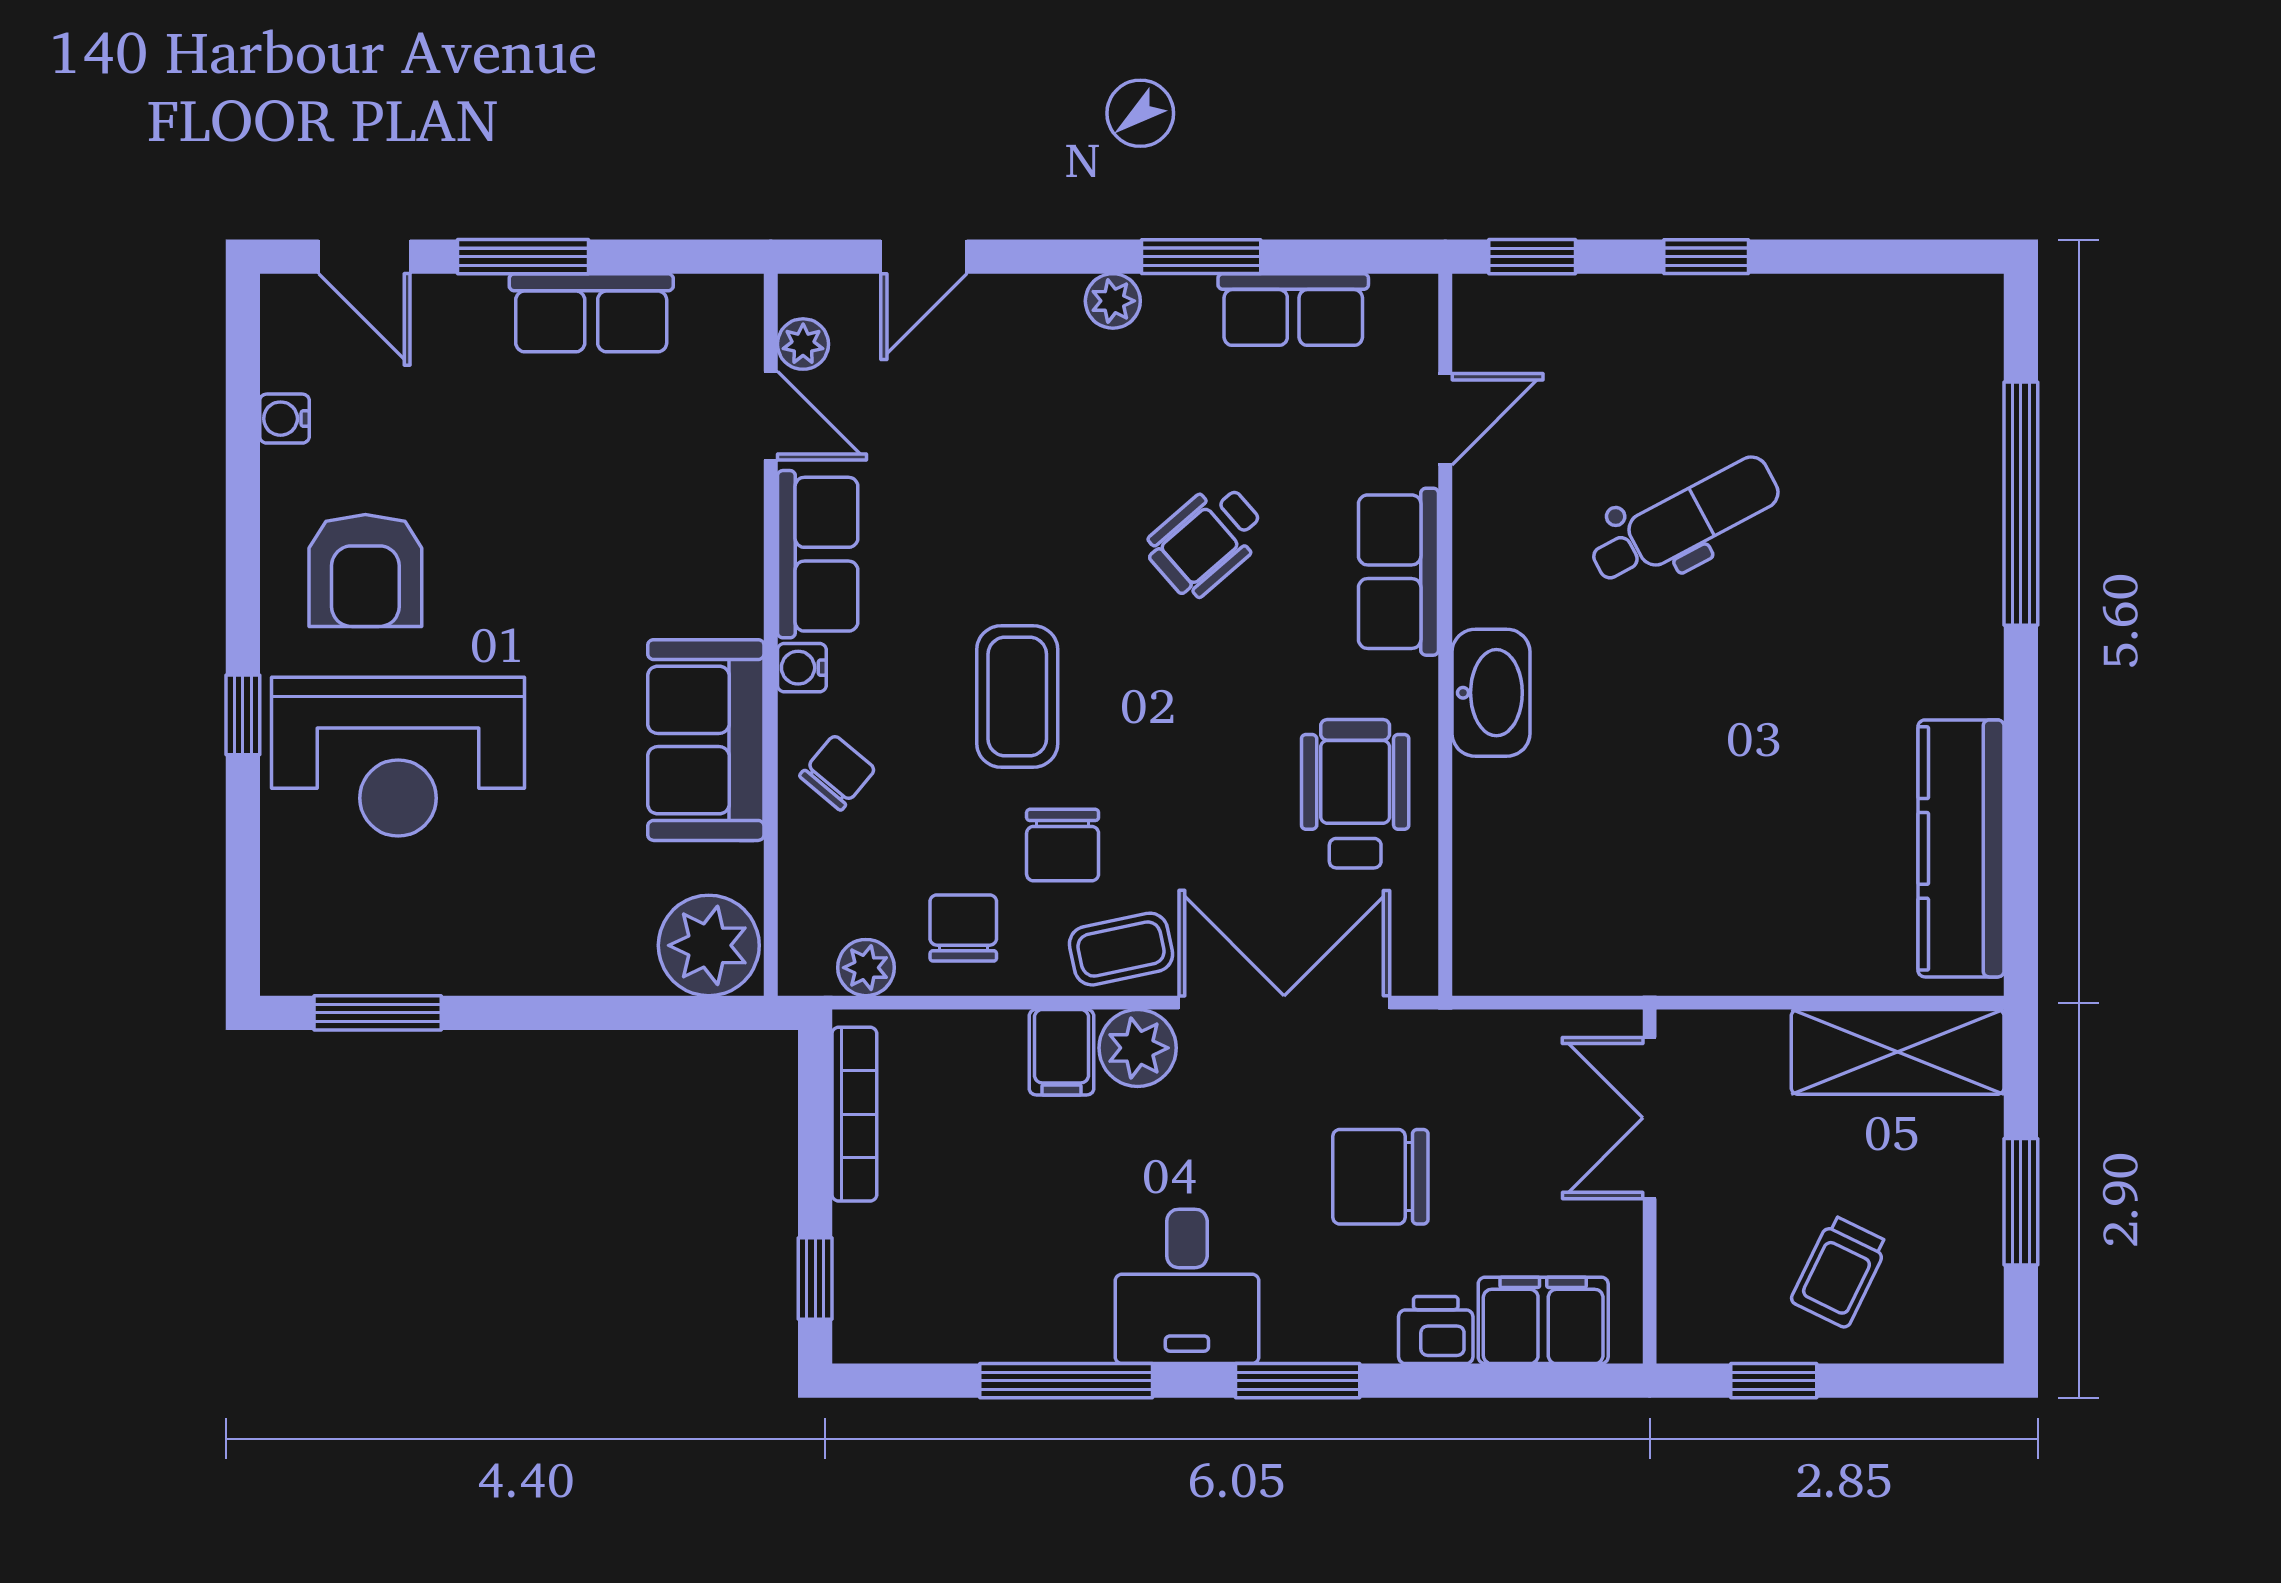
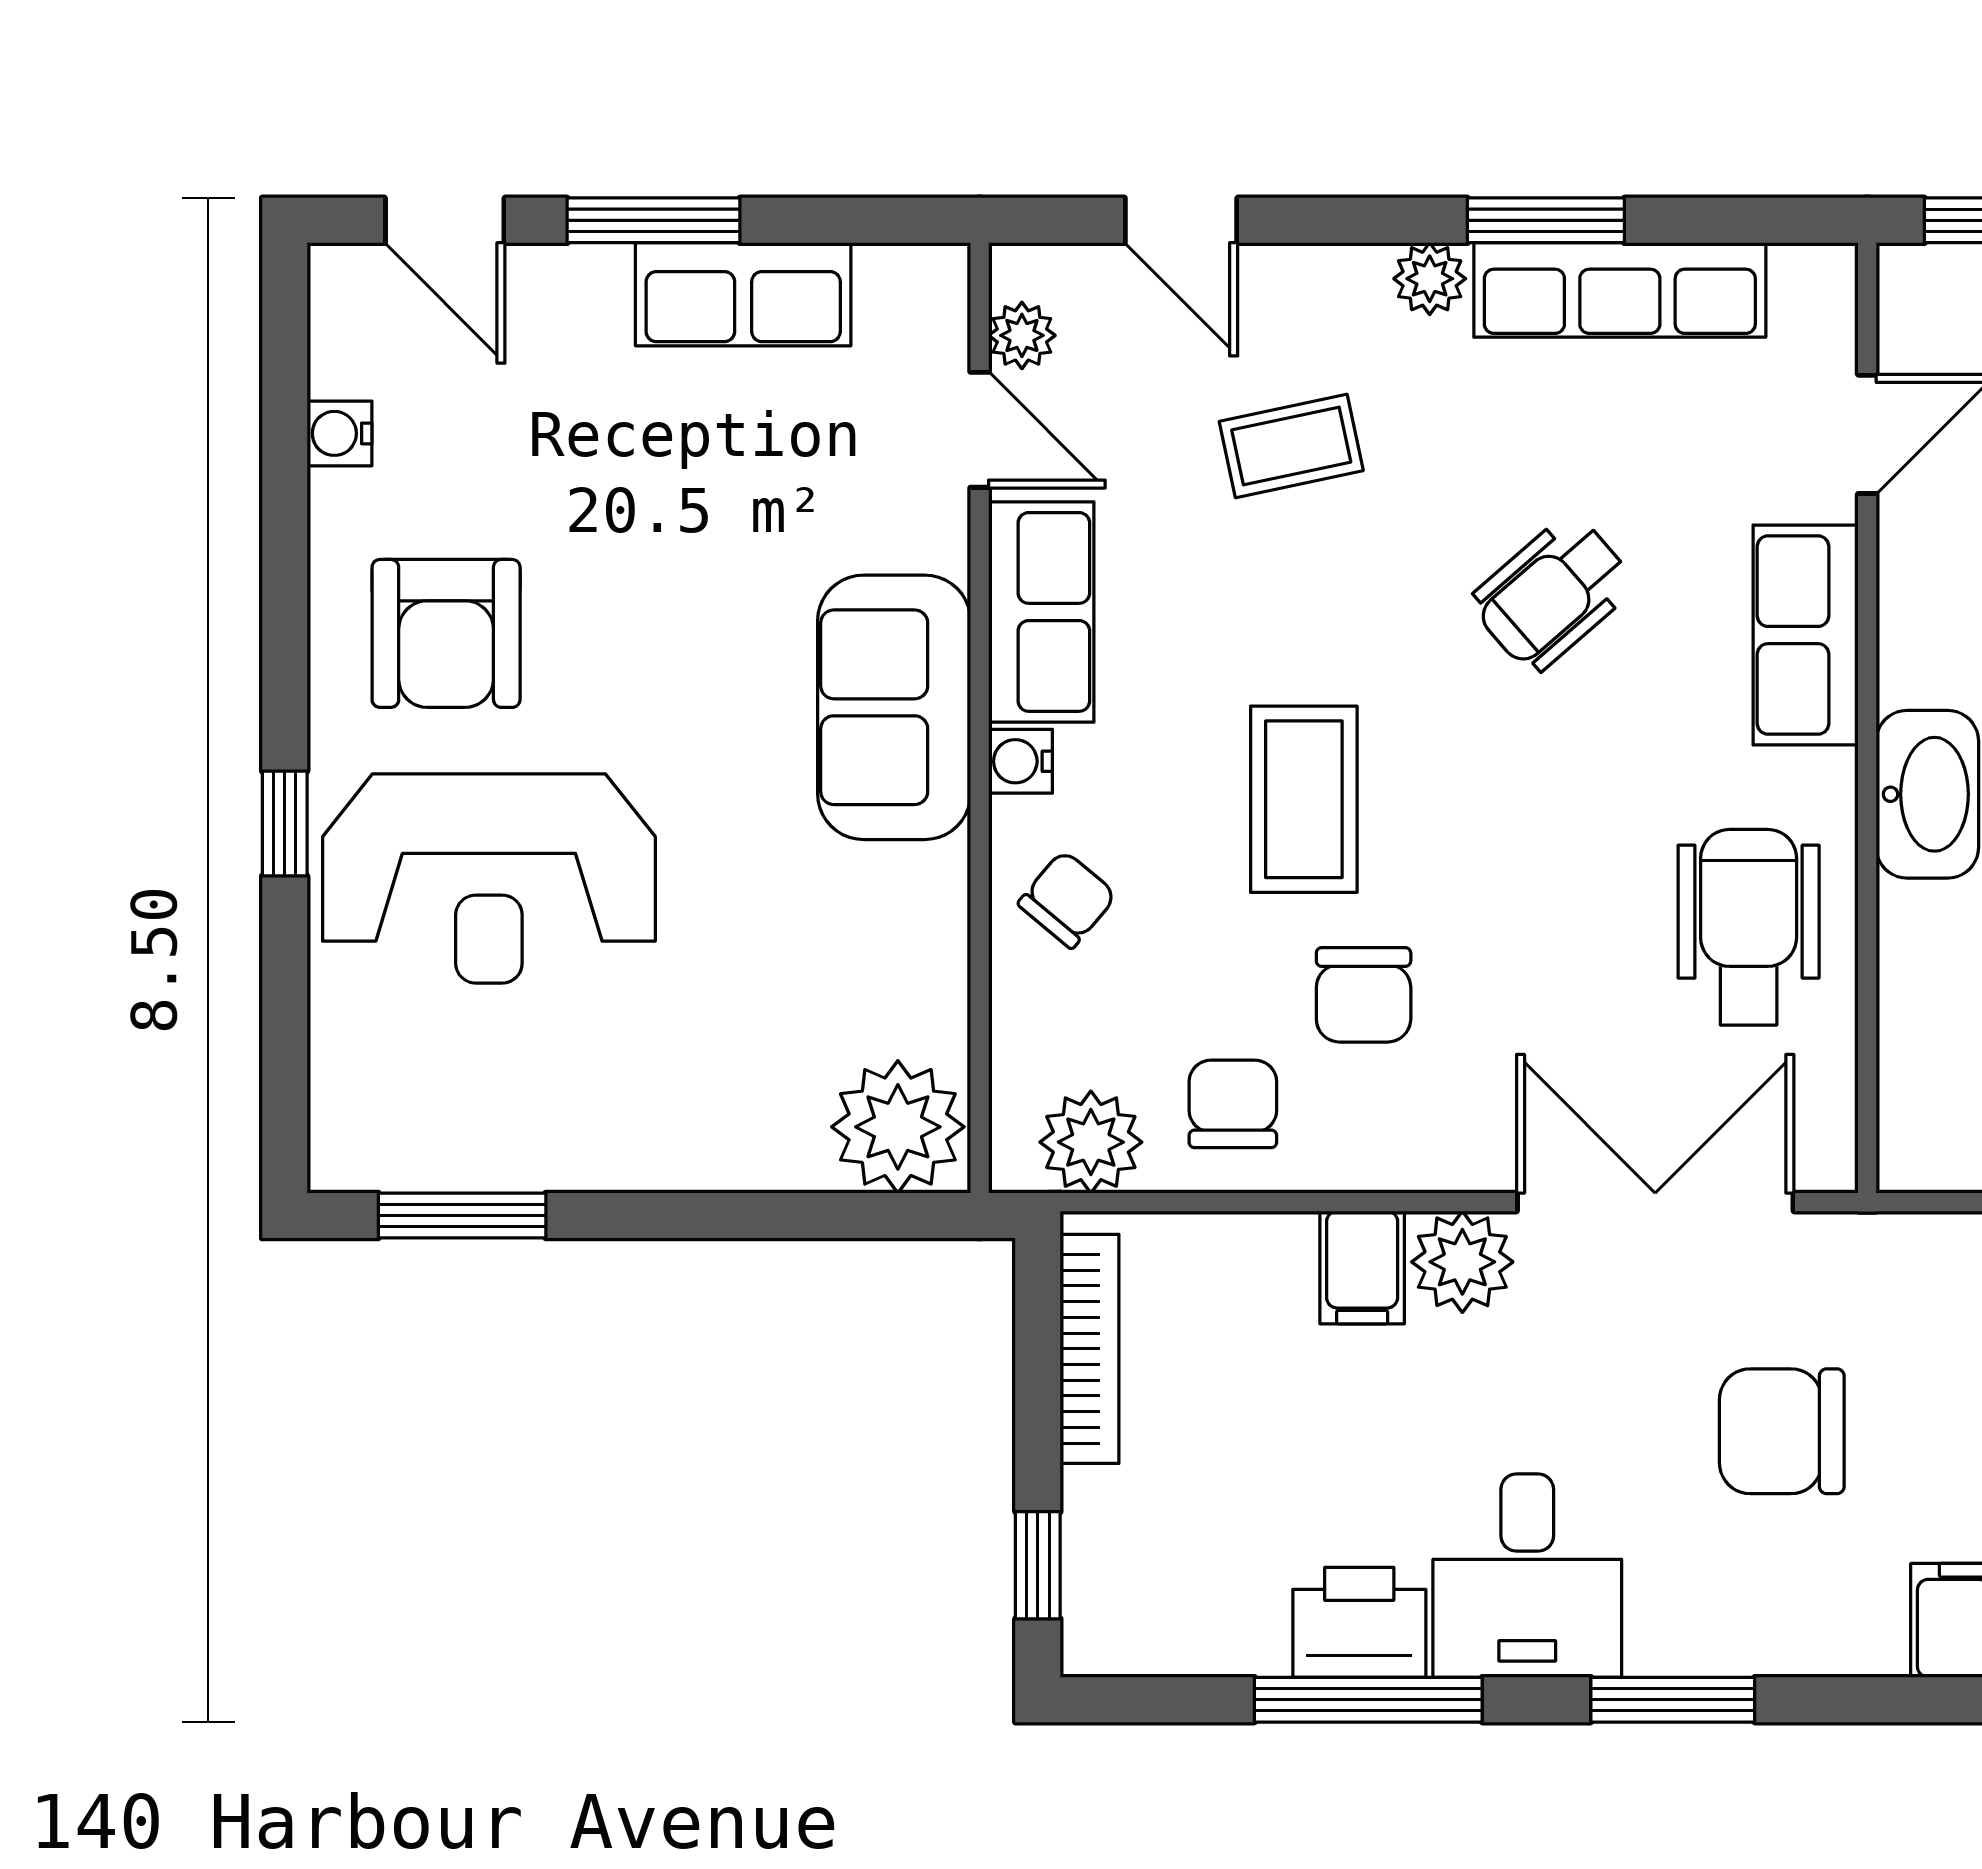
door: (924, 257) -> (1181, 220), hinge flipped
row of seats: (1293, 310) -> (1620, 290), width x1.48
sofa: (706, 740) -> (894, 707), moved
coffee table: (1121, 949) -> (1291, 446), moved
plant: (866, 968) -> (1091, 1142), width x1.38, depth x1.38
printer: (1436, 1330) -> (1359, 1622), moved, width x1.36, depth x1.24

